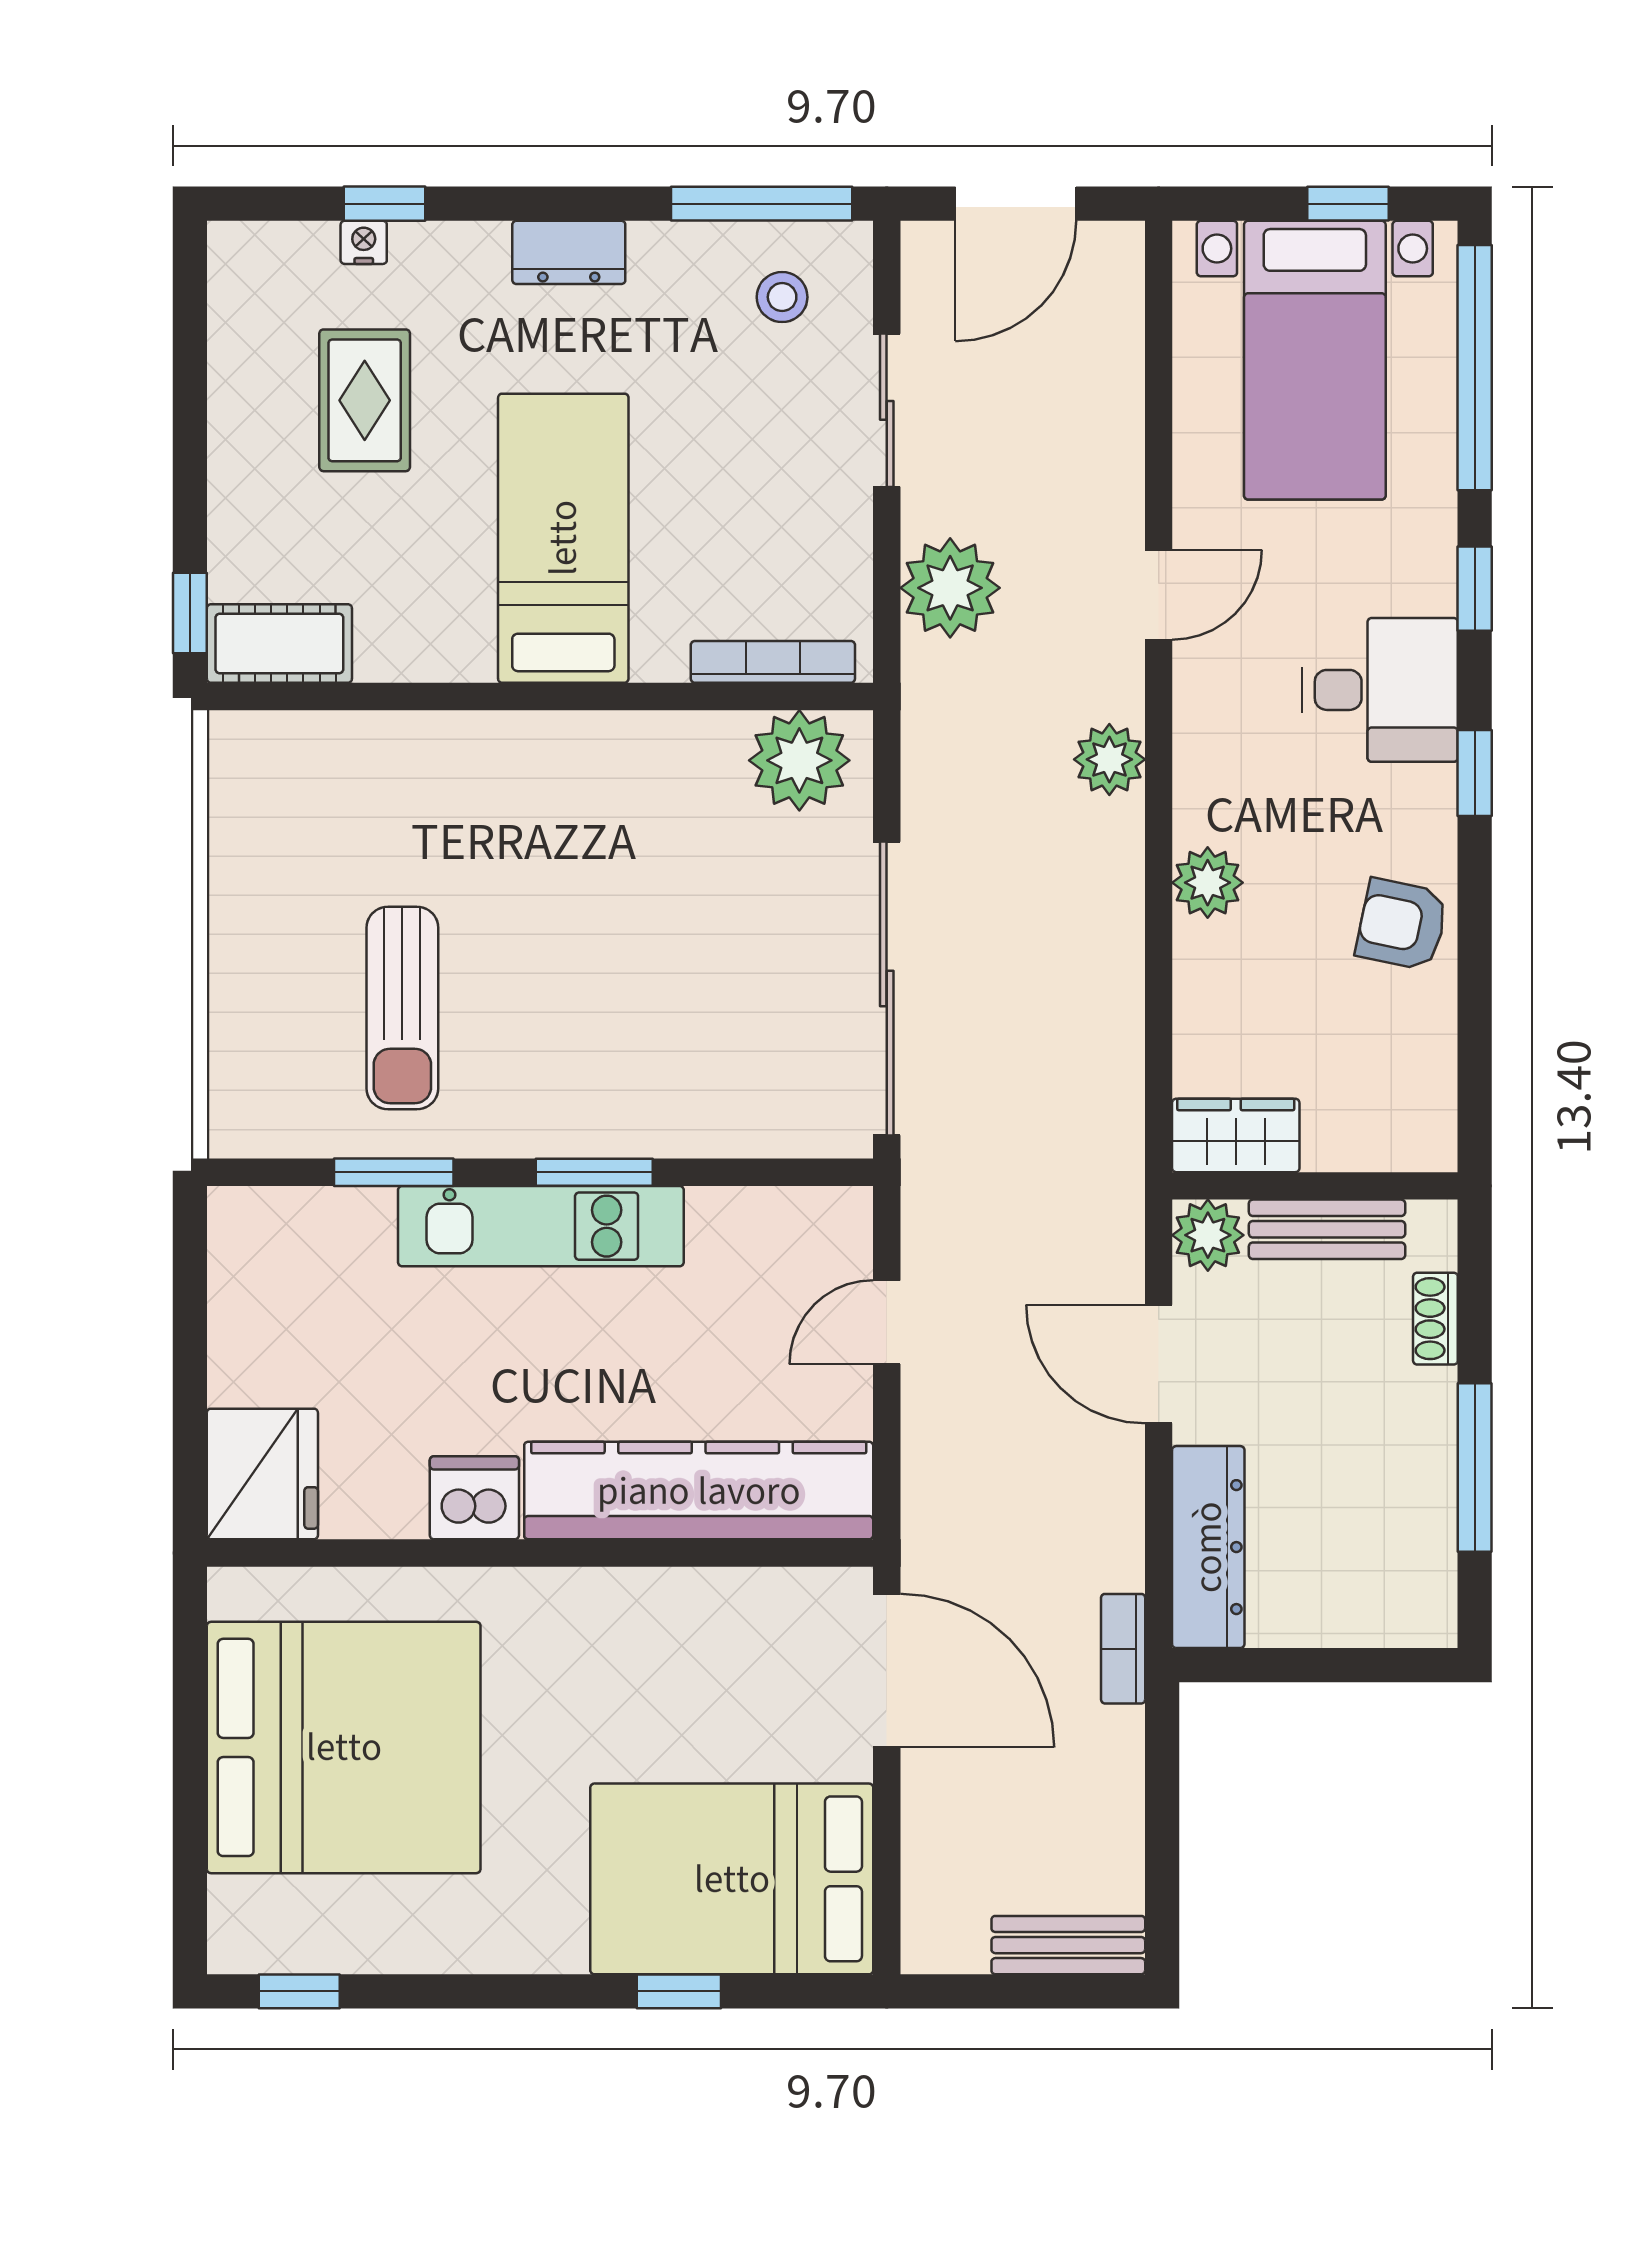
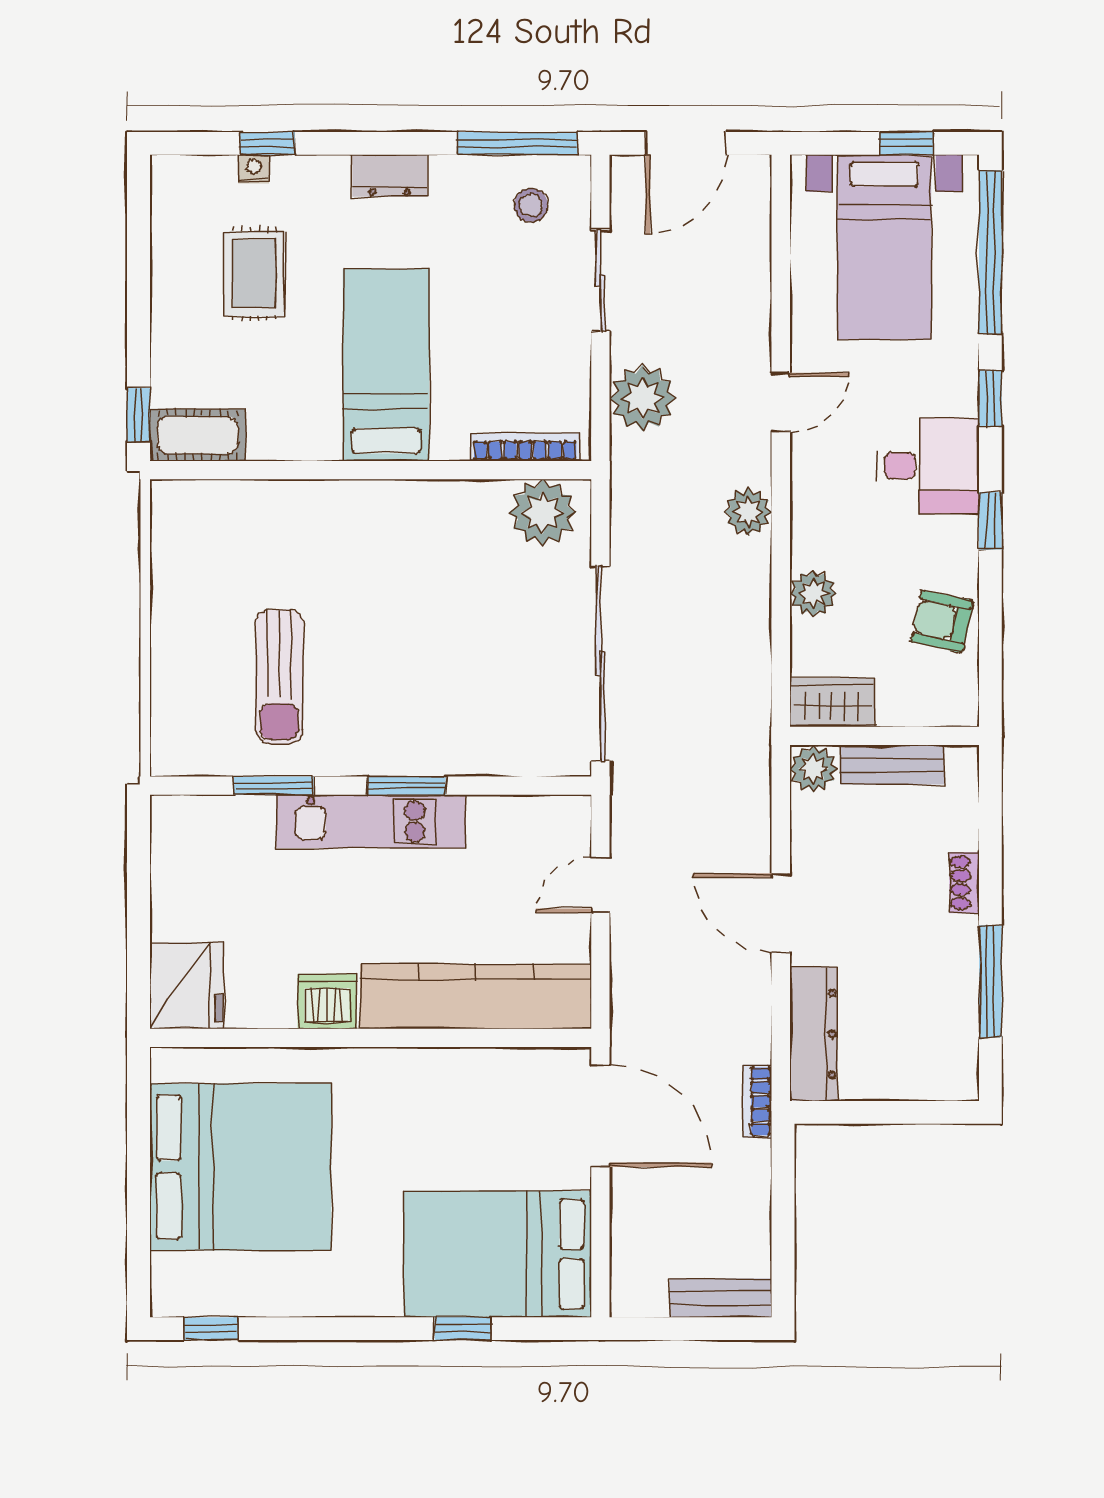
wardrobe: (1236, 1135) -> (832, 703), moved
wall: (1315, 1186) -> (884, 736), moved
bench: (1327, 1229) -> (892, 765), moved
plant: (1208, 1235) -> (813, 769), moved

